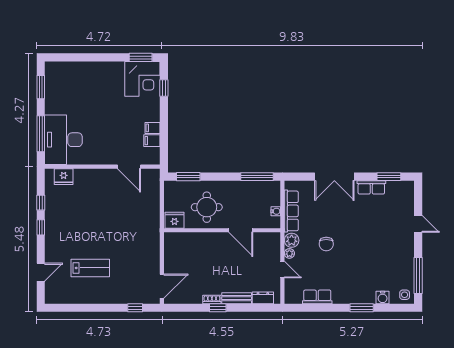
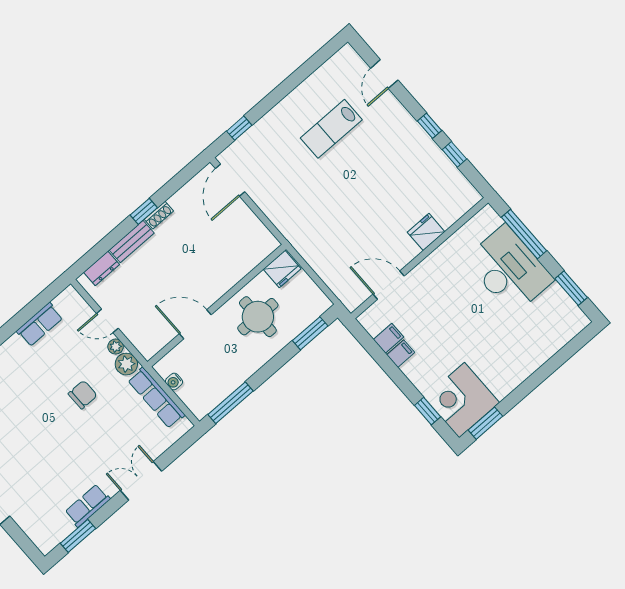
desk: (63, 140) -> (509, 270), moved
fridge: (64, 177) -> (426, 232), moved
double door: (334, 177) -> (141, 481), width x0.73
chair: (326, 244) -> (83, 395), turned 90

